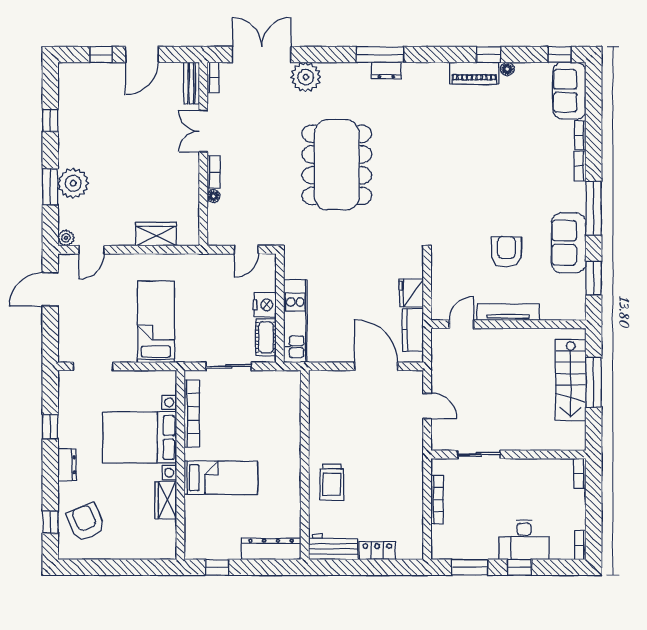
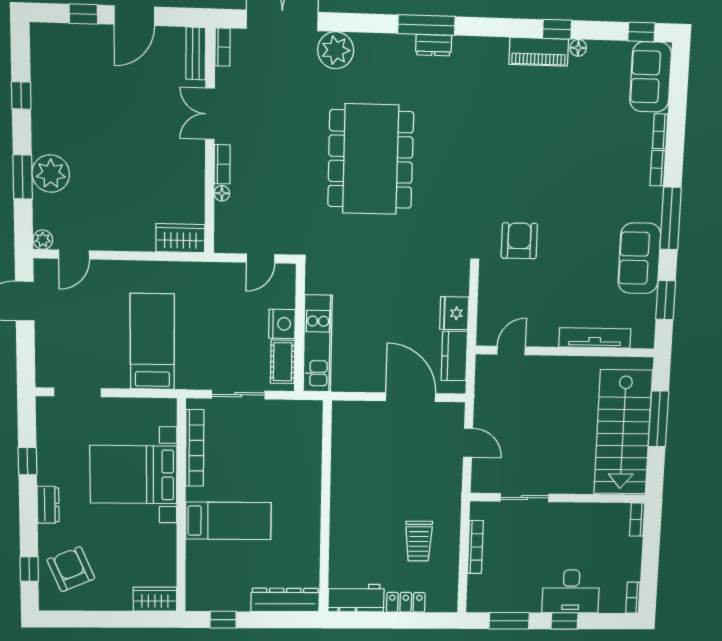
wardrobe: (156, 234) -> (180, 238), moved
armchair: (507, 252) -> (519, 241), moved
tv unit: (508, 312) -> (595, 338), moved
stairs: (571, 380) -> (623, 432), width x1.36, depth x1.51
trolley: (332, 482) -> (419, 541), moved
wardrobe: (166, 500) -> (155, 599), moved, turned 90

